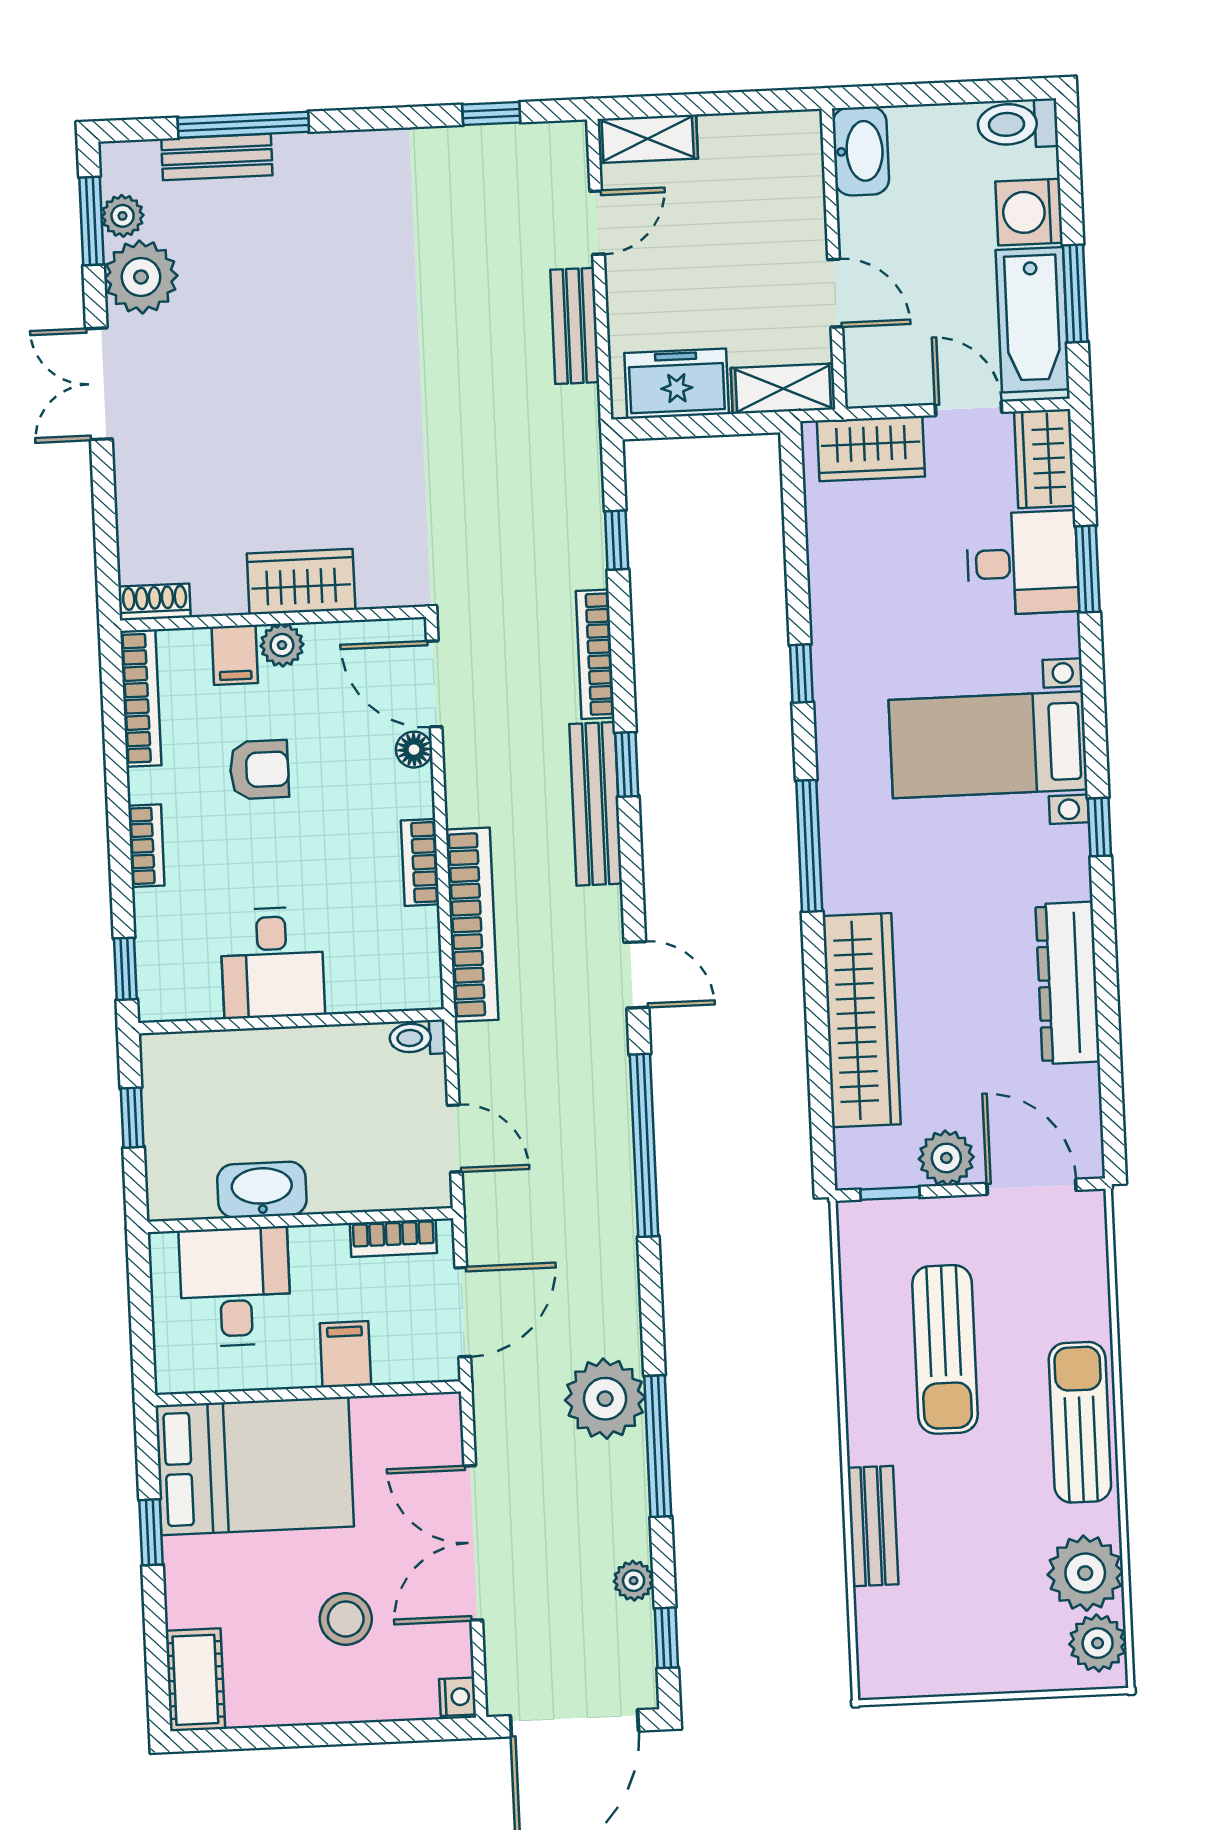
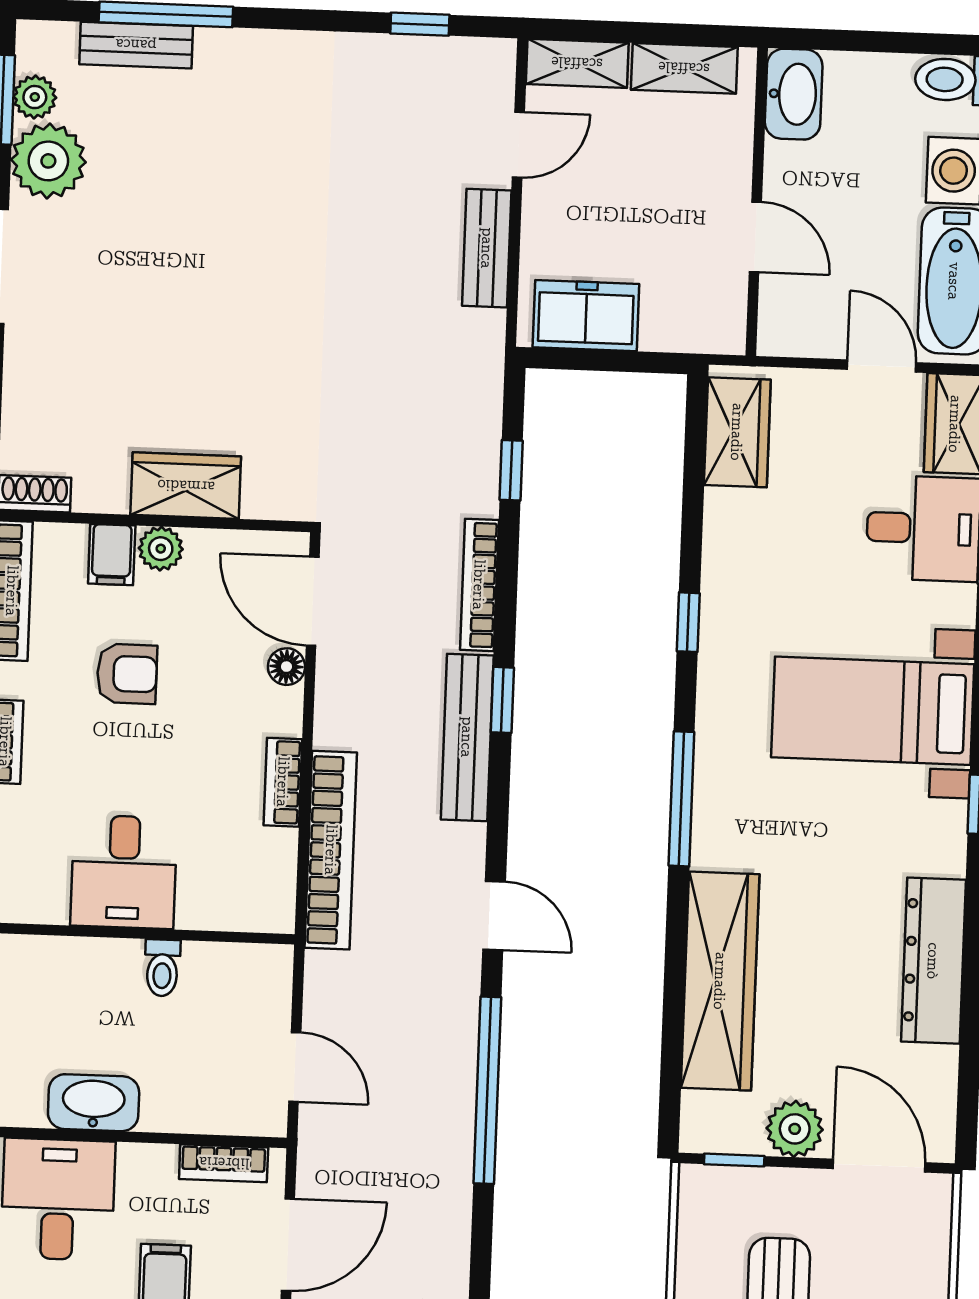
shelving: (783, 389) -> (684, 68), moved
wardrobe: (871, 449) -> (737, 432), moved, turned -90
toilet: (417, 1038) -> (162, 968), moved, turned -90

